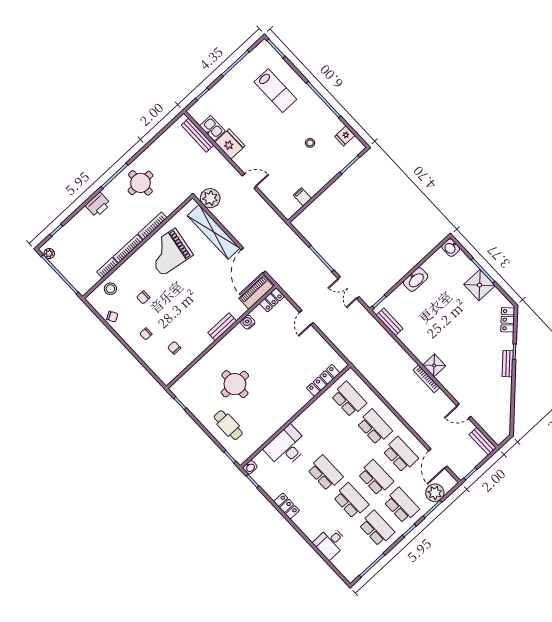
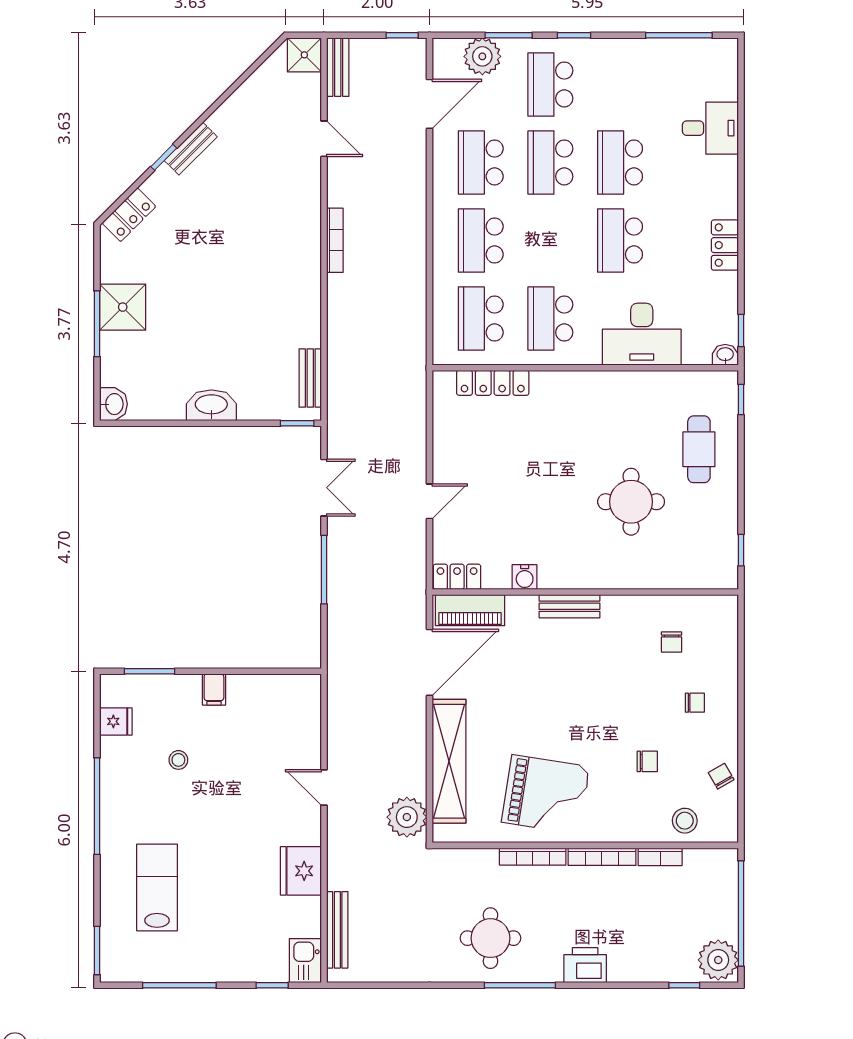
kitchen sink: (212, 128) -> (305, 961), moved
filing cabinet: (302, 197) -> (214, 689), moved
plant: (49, 254) -> (718, 960), width x1.87, depth x1.87
shower: (434, 365) -> (304, 55), moved
school desk: (377, 528) -> (550, 318), moved

